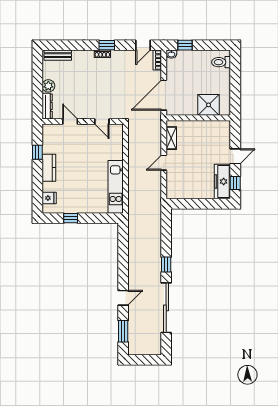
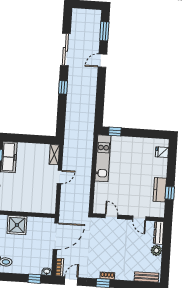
shelving: (171, 138) -> (54, 155), moved
kitchen counter: (49, 168) -> (160, 190), moved
window: (71, 218) -> (115, 132), moved
sliding door: (166, 308) -> (65, 49), width x0.73

